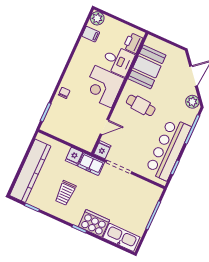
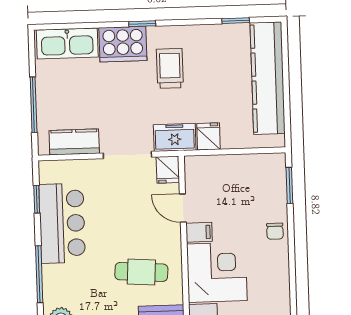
filing cabinet: (102, 111) -> (199, 232), added
door: (104, 127) -> (183, 208), hinge flipped
bar counter: (168, 149) -> (62, 223), width x0.73
kitchen counter: (142, 187) -> (74, 142), added
trolley: (65, 193) -> (170, 68), moved

